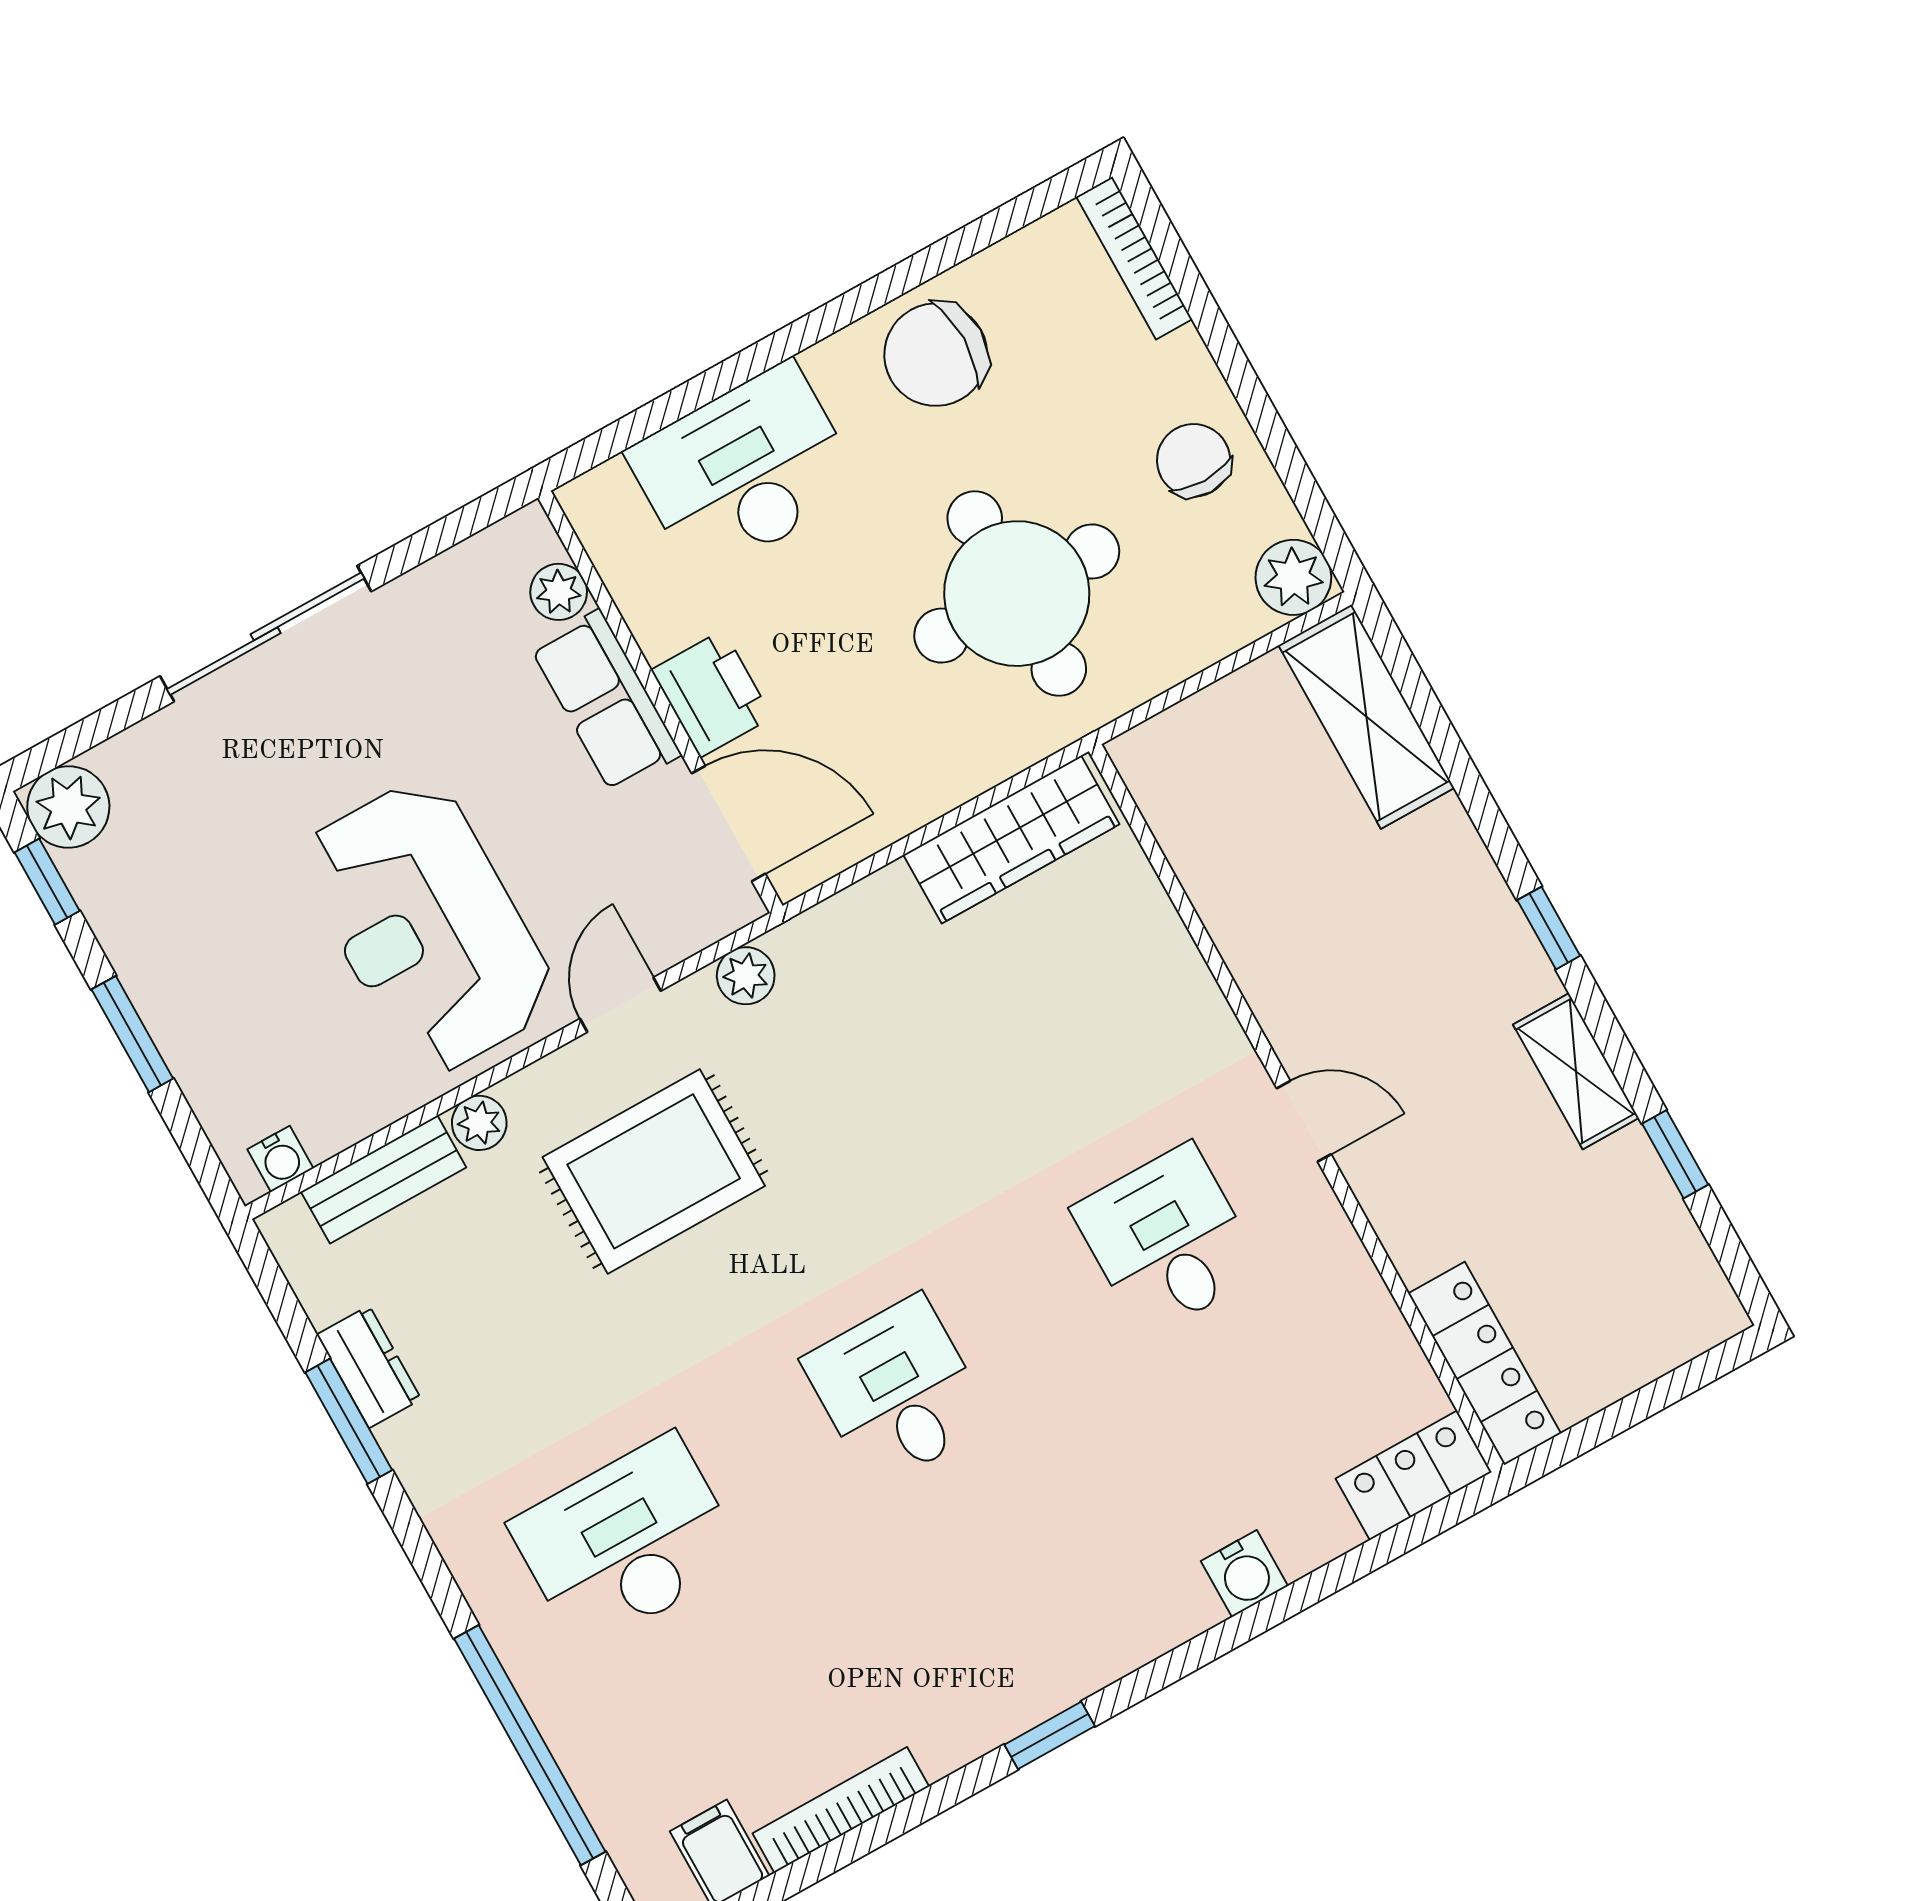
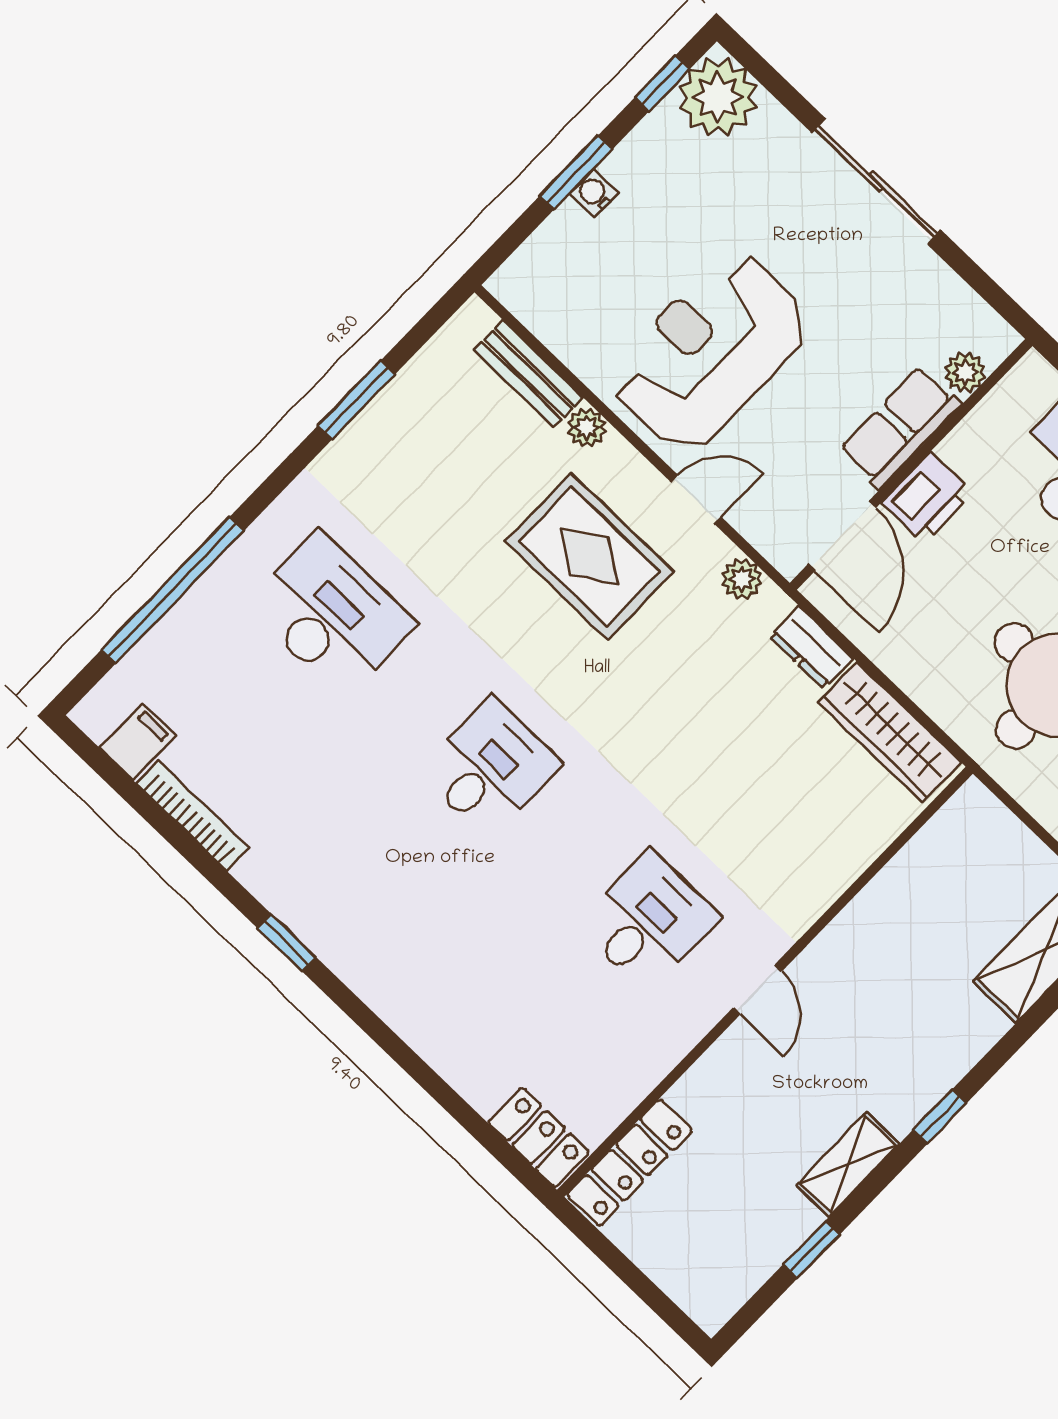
plant: (68, 807) -> (718, 97), width x1.36, depth x1.36
water cooler: (280, 1159) -> (594, 193), moved, turned 90
dresser: (369, 1367) -> (811, 648), moved, turned 90
water cooler: (1244, 1574) -> (437, 1042), removed

